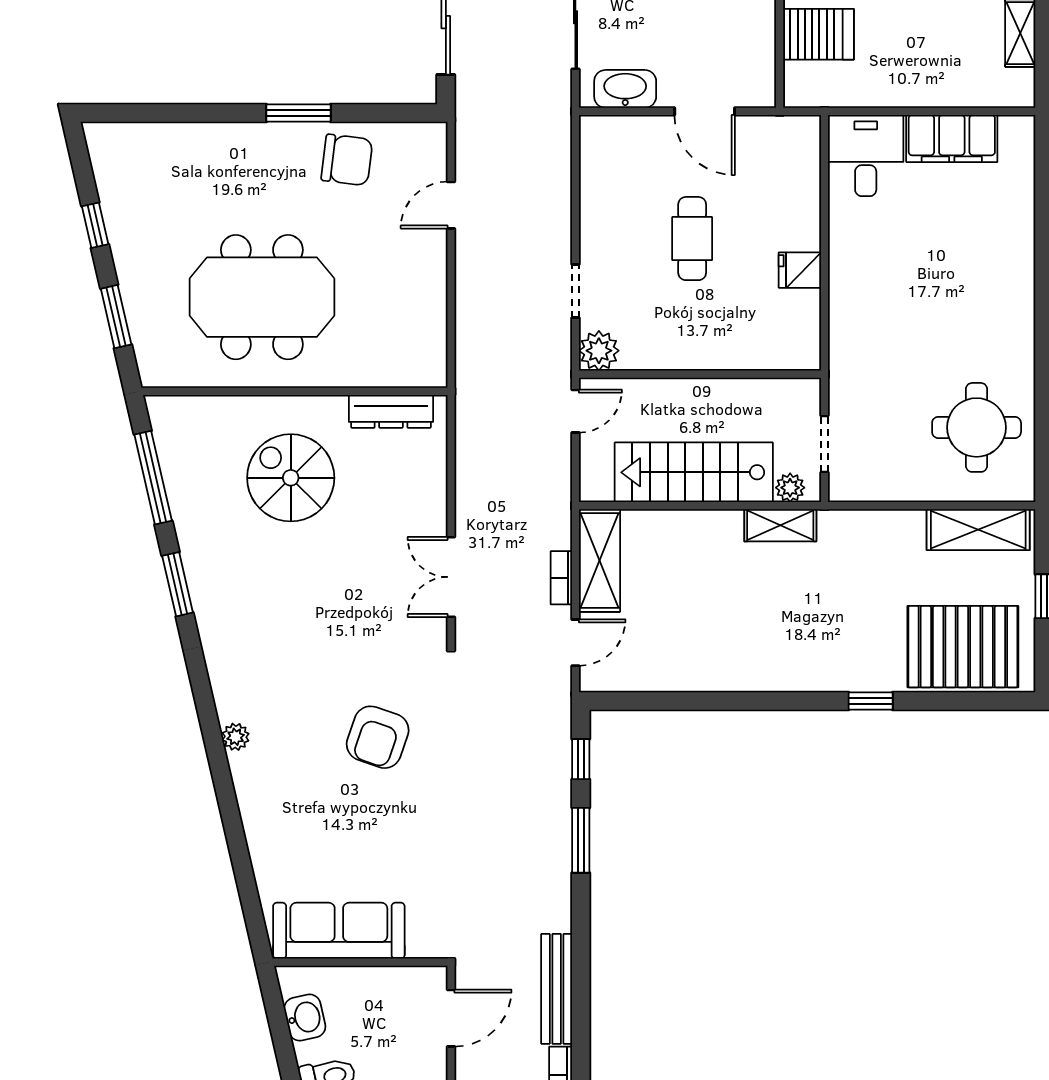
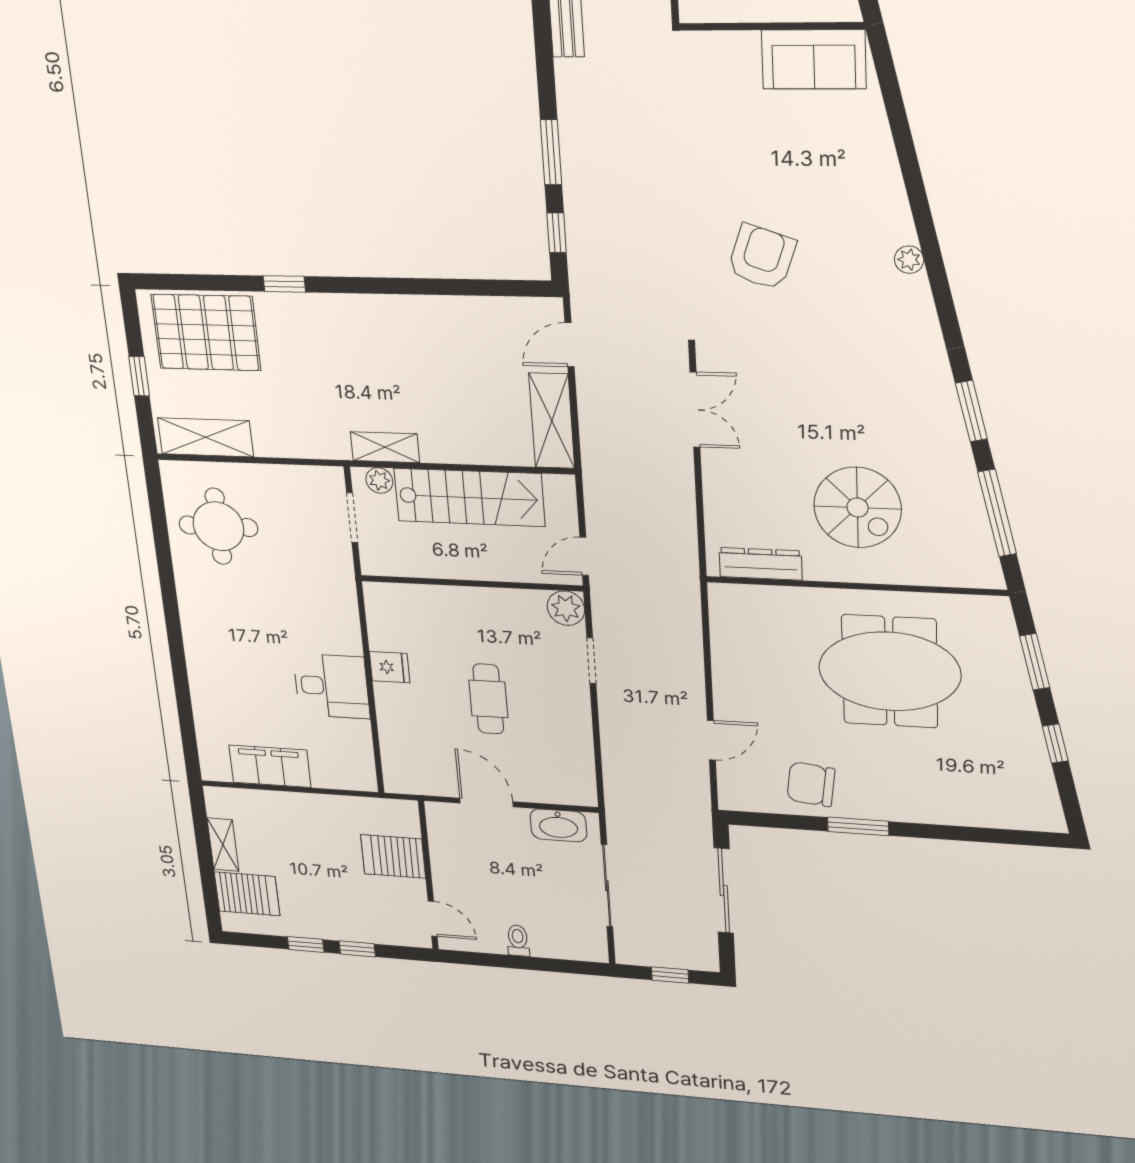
desk: (866, 155) -> (331, 686), moved, turned -90
bookcase: (561, 578) -> (587, 406), removed
sofa: (339, 931) -> (814, 59), width x0.73

